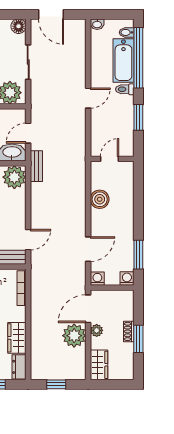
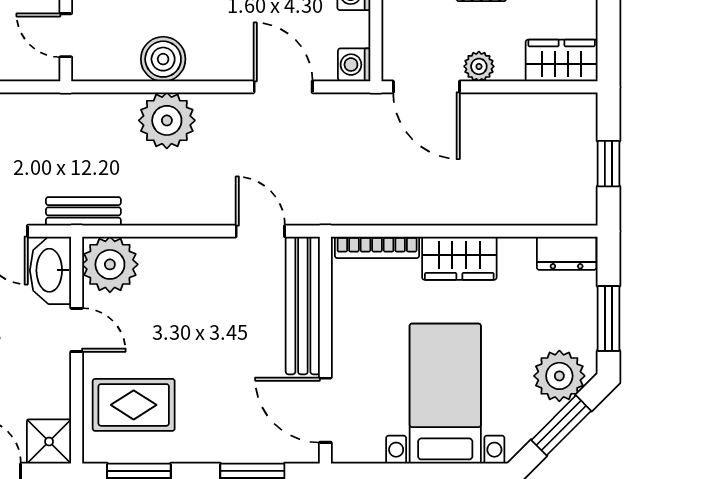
plant: (74, 336) -> (167, 120), moved
wardrobe: (17, 338) -> (459, 258), moved

